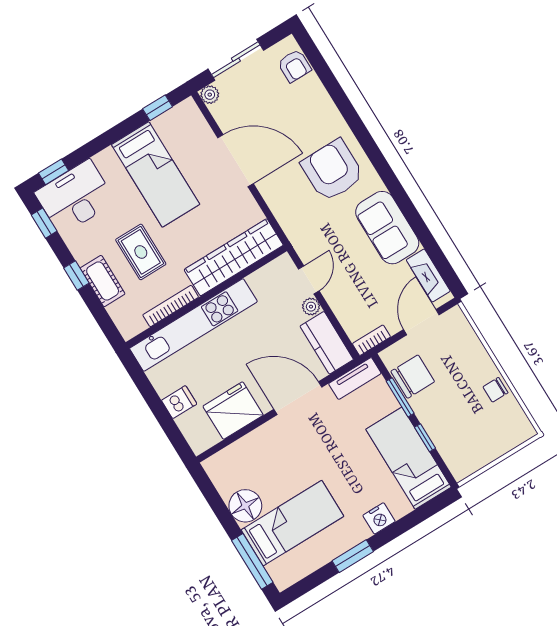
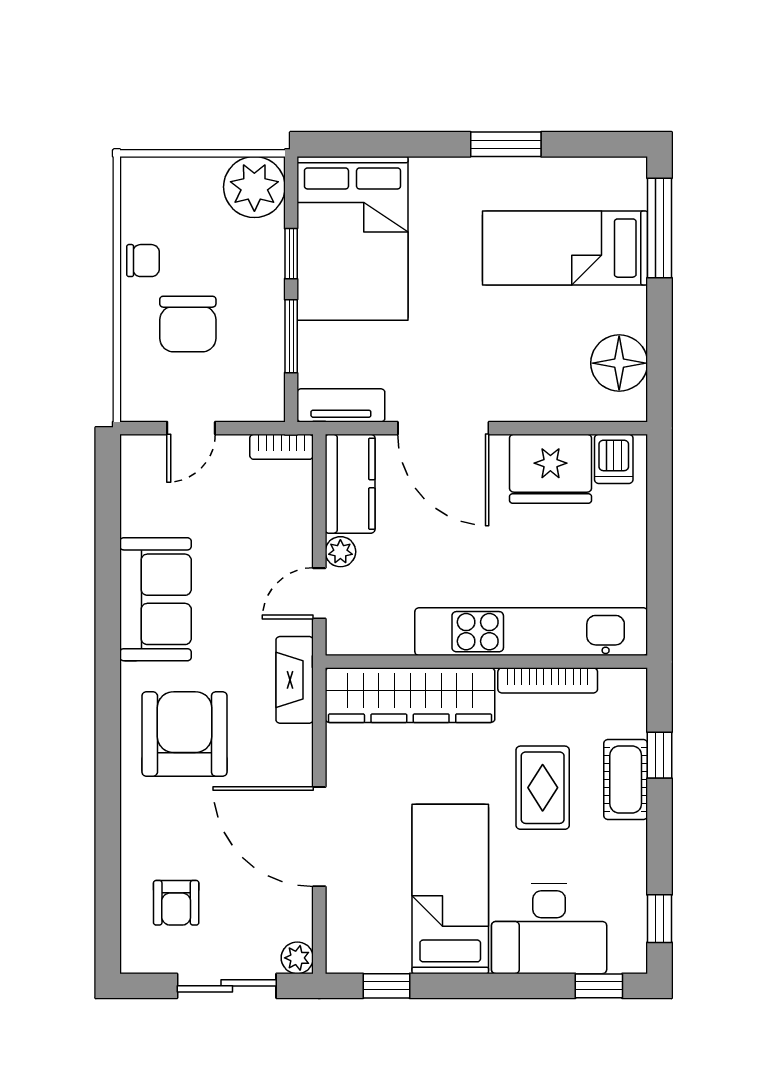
armchair: (294, 66) -> (176, 903), moved, turned 180
armchair: (332, 170) -> (184, 734), turned 180
desk: (75, 197) -> (549, 929), moved
window: (76, 276) -> (660, 755), moved
fireplace: (428, 276) -> (295, 680), moved, turned 180
door: (421, 322) -> (191, 428), width x0.73
chair: (413, 377) -> (188, 324), moved, turned -90
dishwasher: (179, 402) -> (614, 459), moved, turned -90
bed: (409, 458) -> (352, 238), width x1.50
plant: (463, 459) -> (254, 187), added
floor lamp: (245, 506) -> (619, 363), moved
nightstand: (379, 518) -> (433, 176), removed

